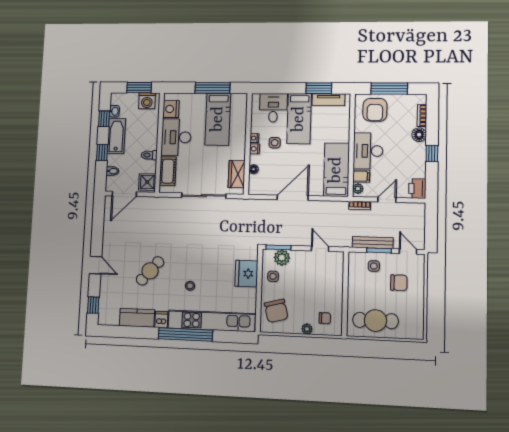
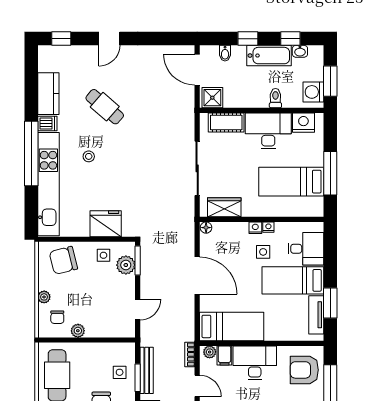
toilet: (149, 155) -> (275, 98), moved
floor lamp: (254, 169) -> (206, 228), moved
plant: (337, 301) -> (78, 331), added

